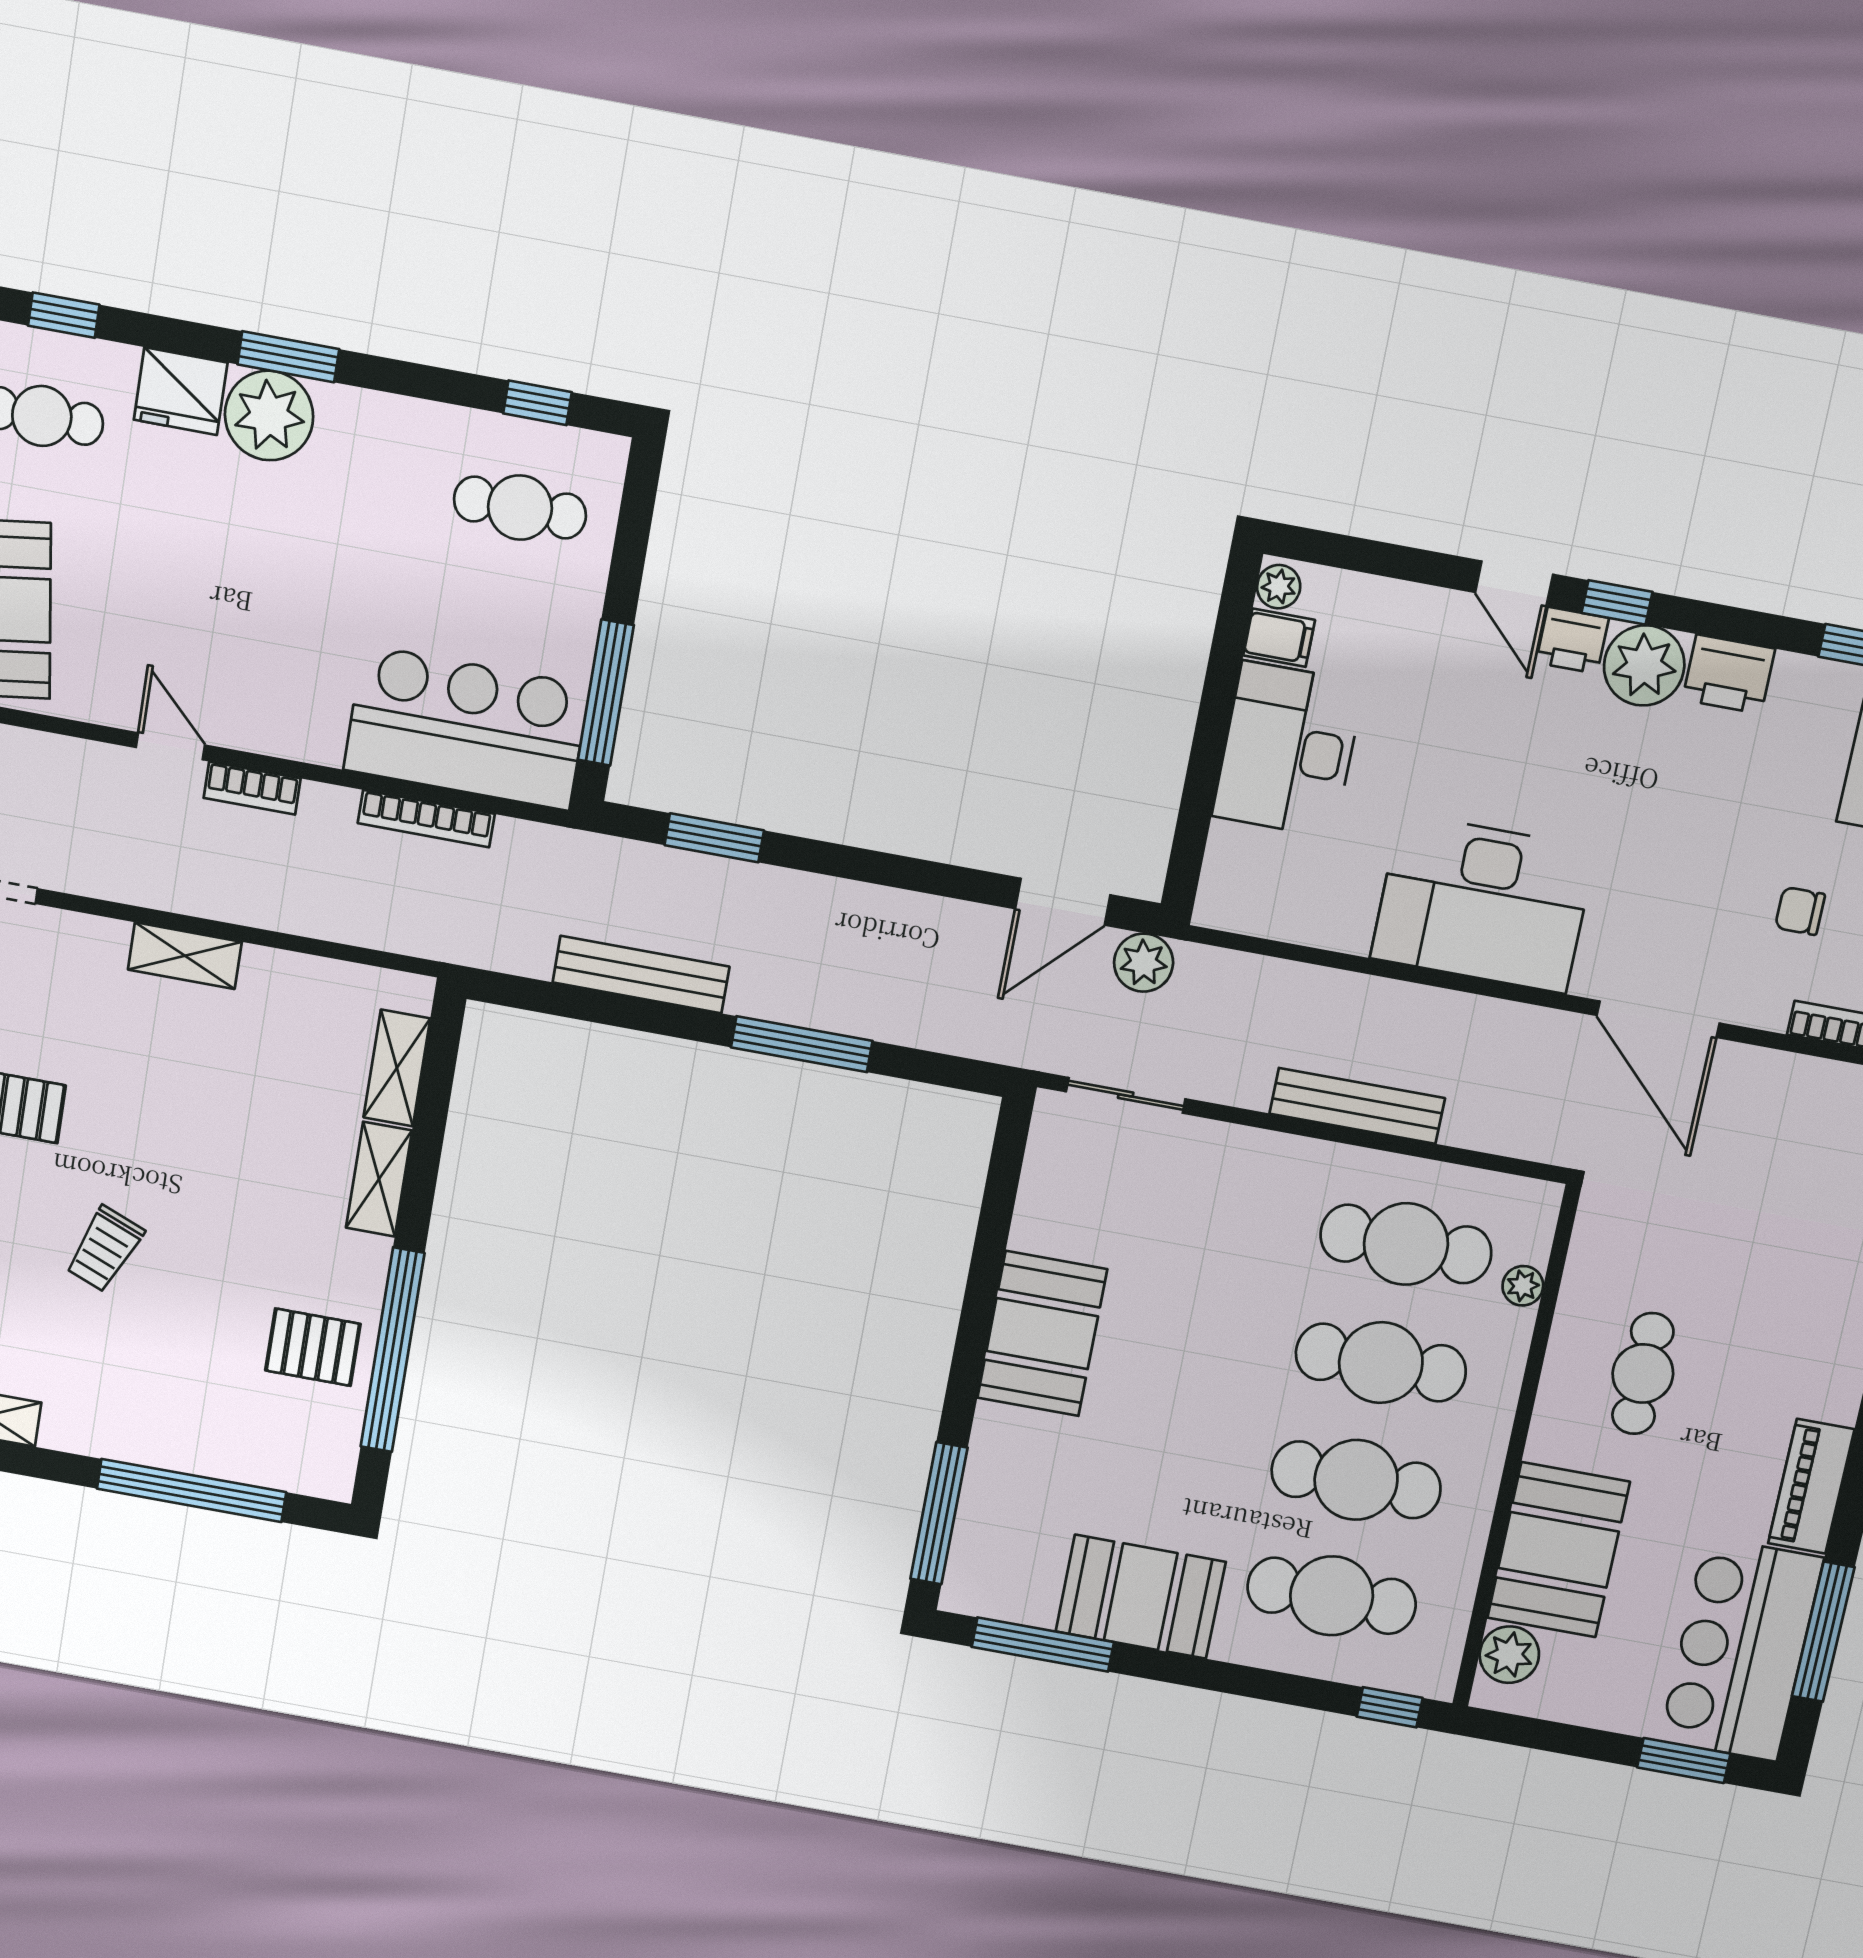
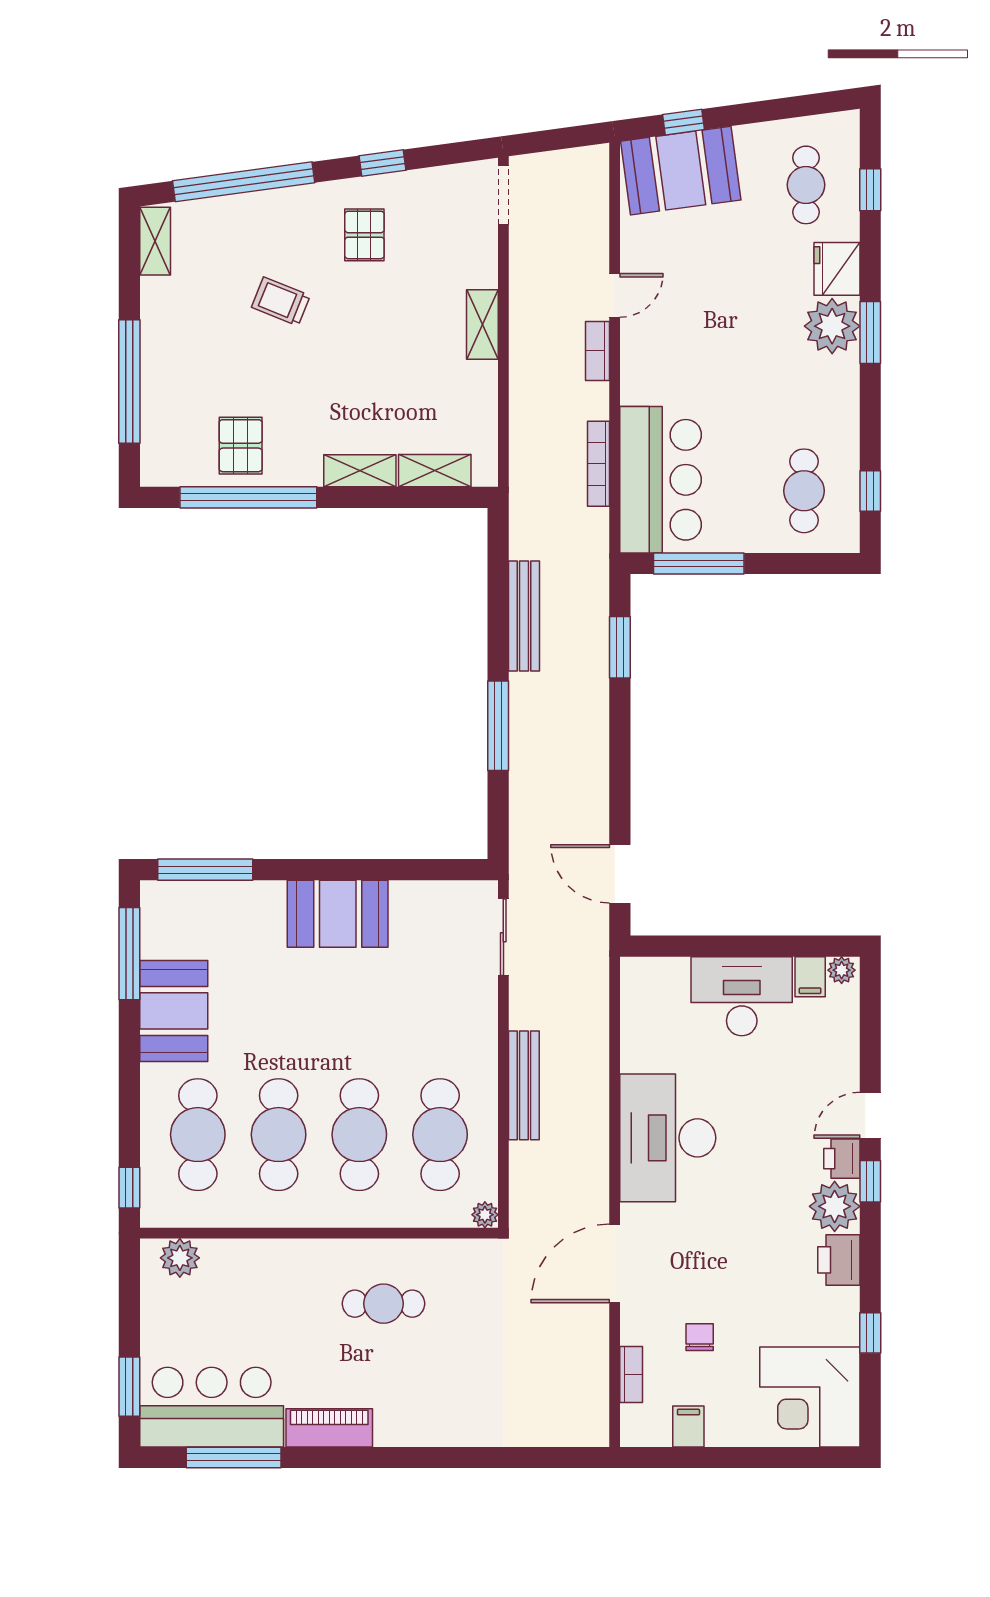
plant: (1144, 963) -> (591, 932), removed
plant: (1523, 1286) -> (485, 1215), moved
booth: (1558, 1550) -> (256, 1275), removed

